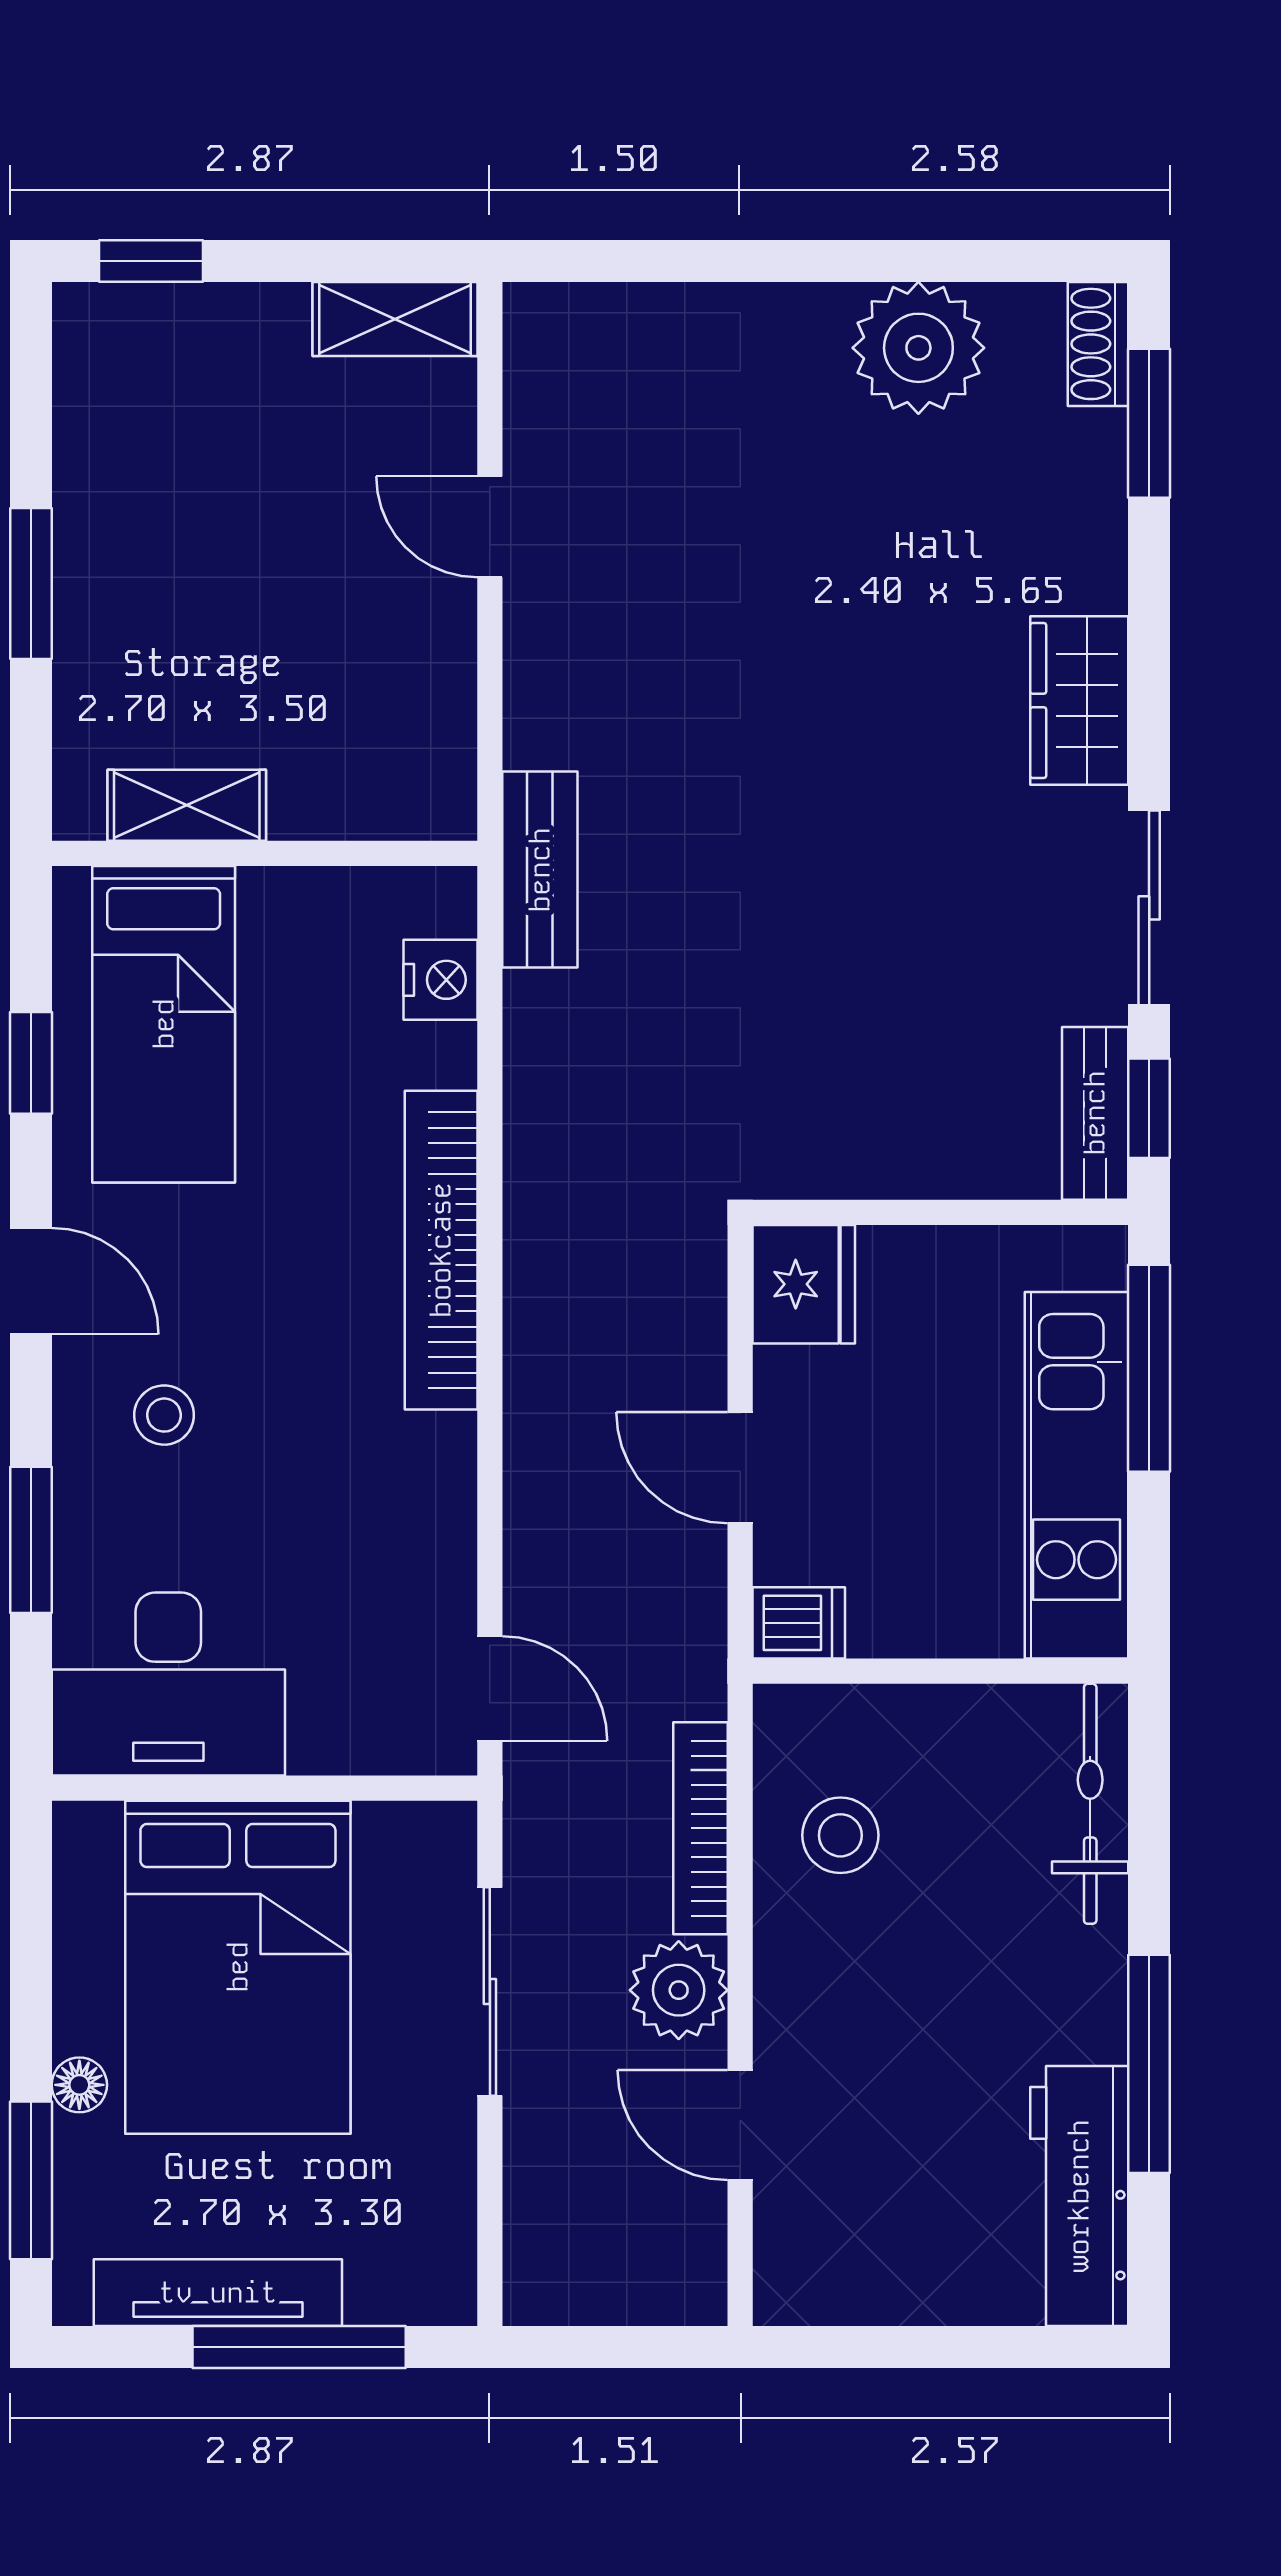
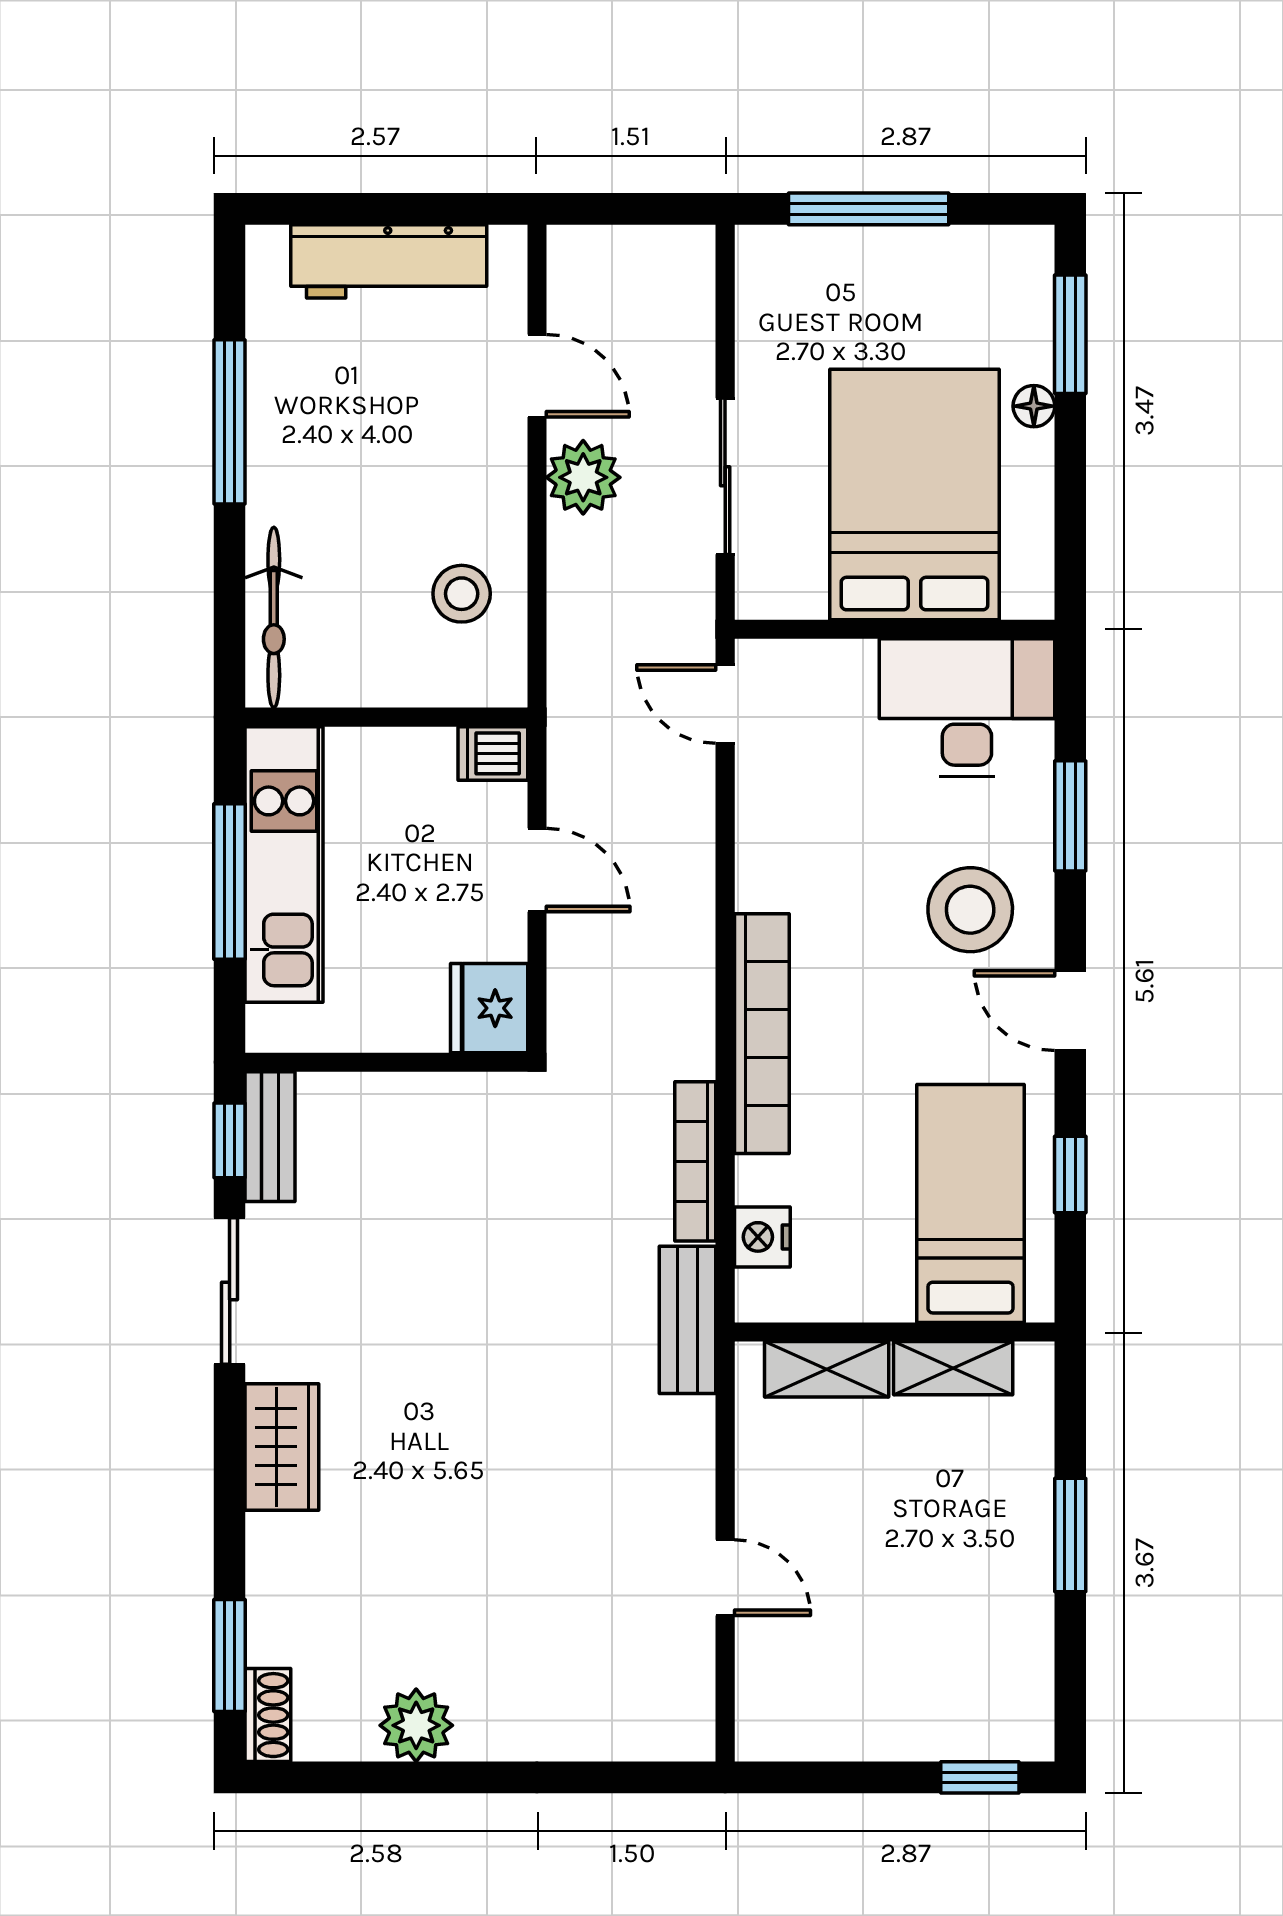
shelving: (395, 319) -> (827, 1369), moved
plant: (918, 348) -> (416, 1725), width x0.73, depth x0.73
window: (1149, 1368) -> (230, 881), moved
stool: (164, 1415) -> (970, 910), width x1.89, depth x1.89
bookcase: (701, 1828) -> (695, 1161), moved, turned 180
workbench: (1079, 2196) -> (389, 261), moved, turned 90
tv unit: (218, 2293) -> (930, 250), removed

